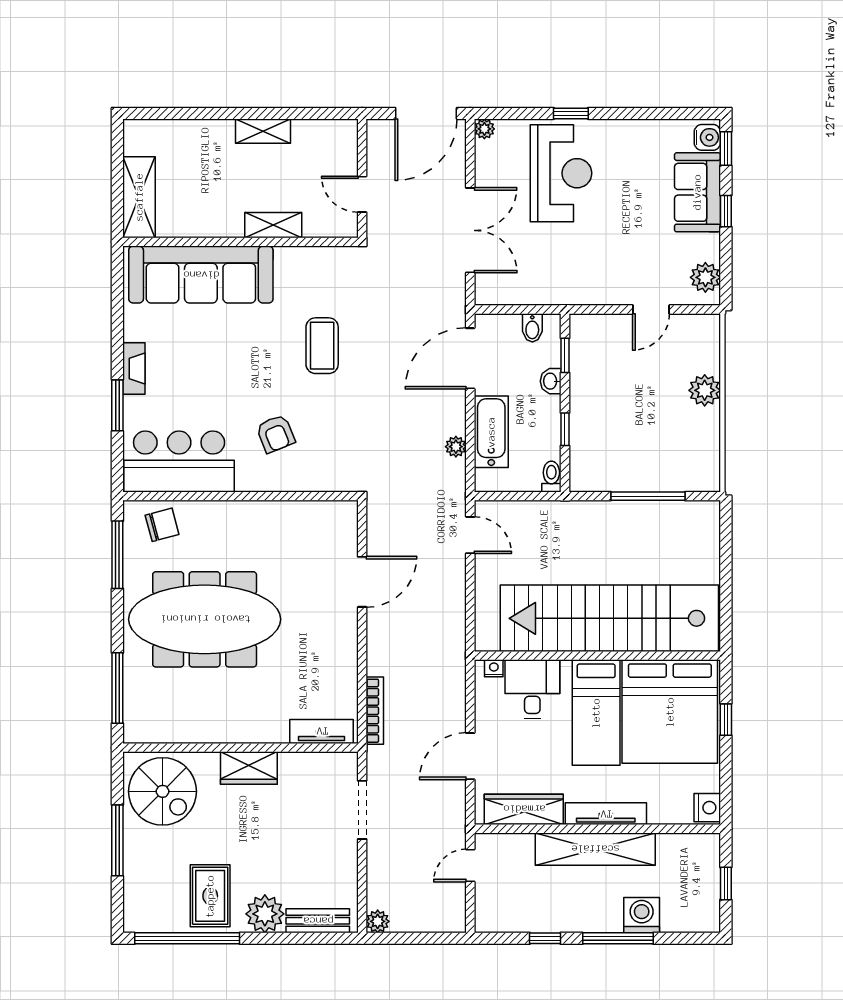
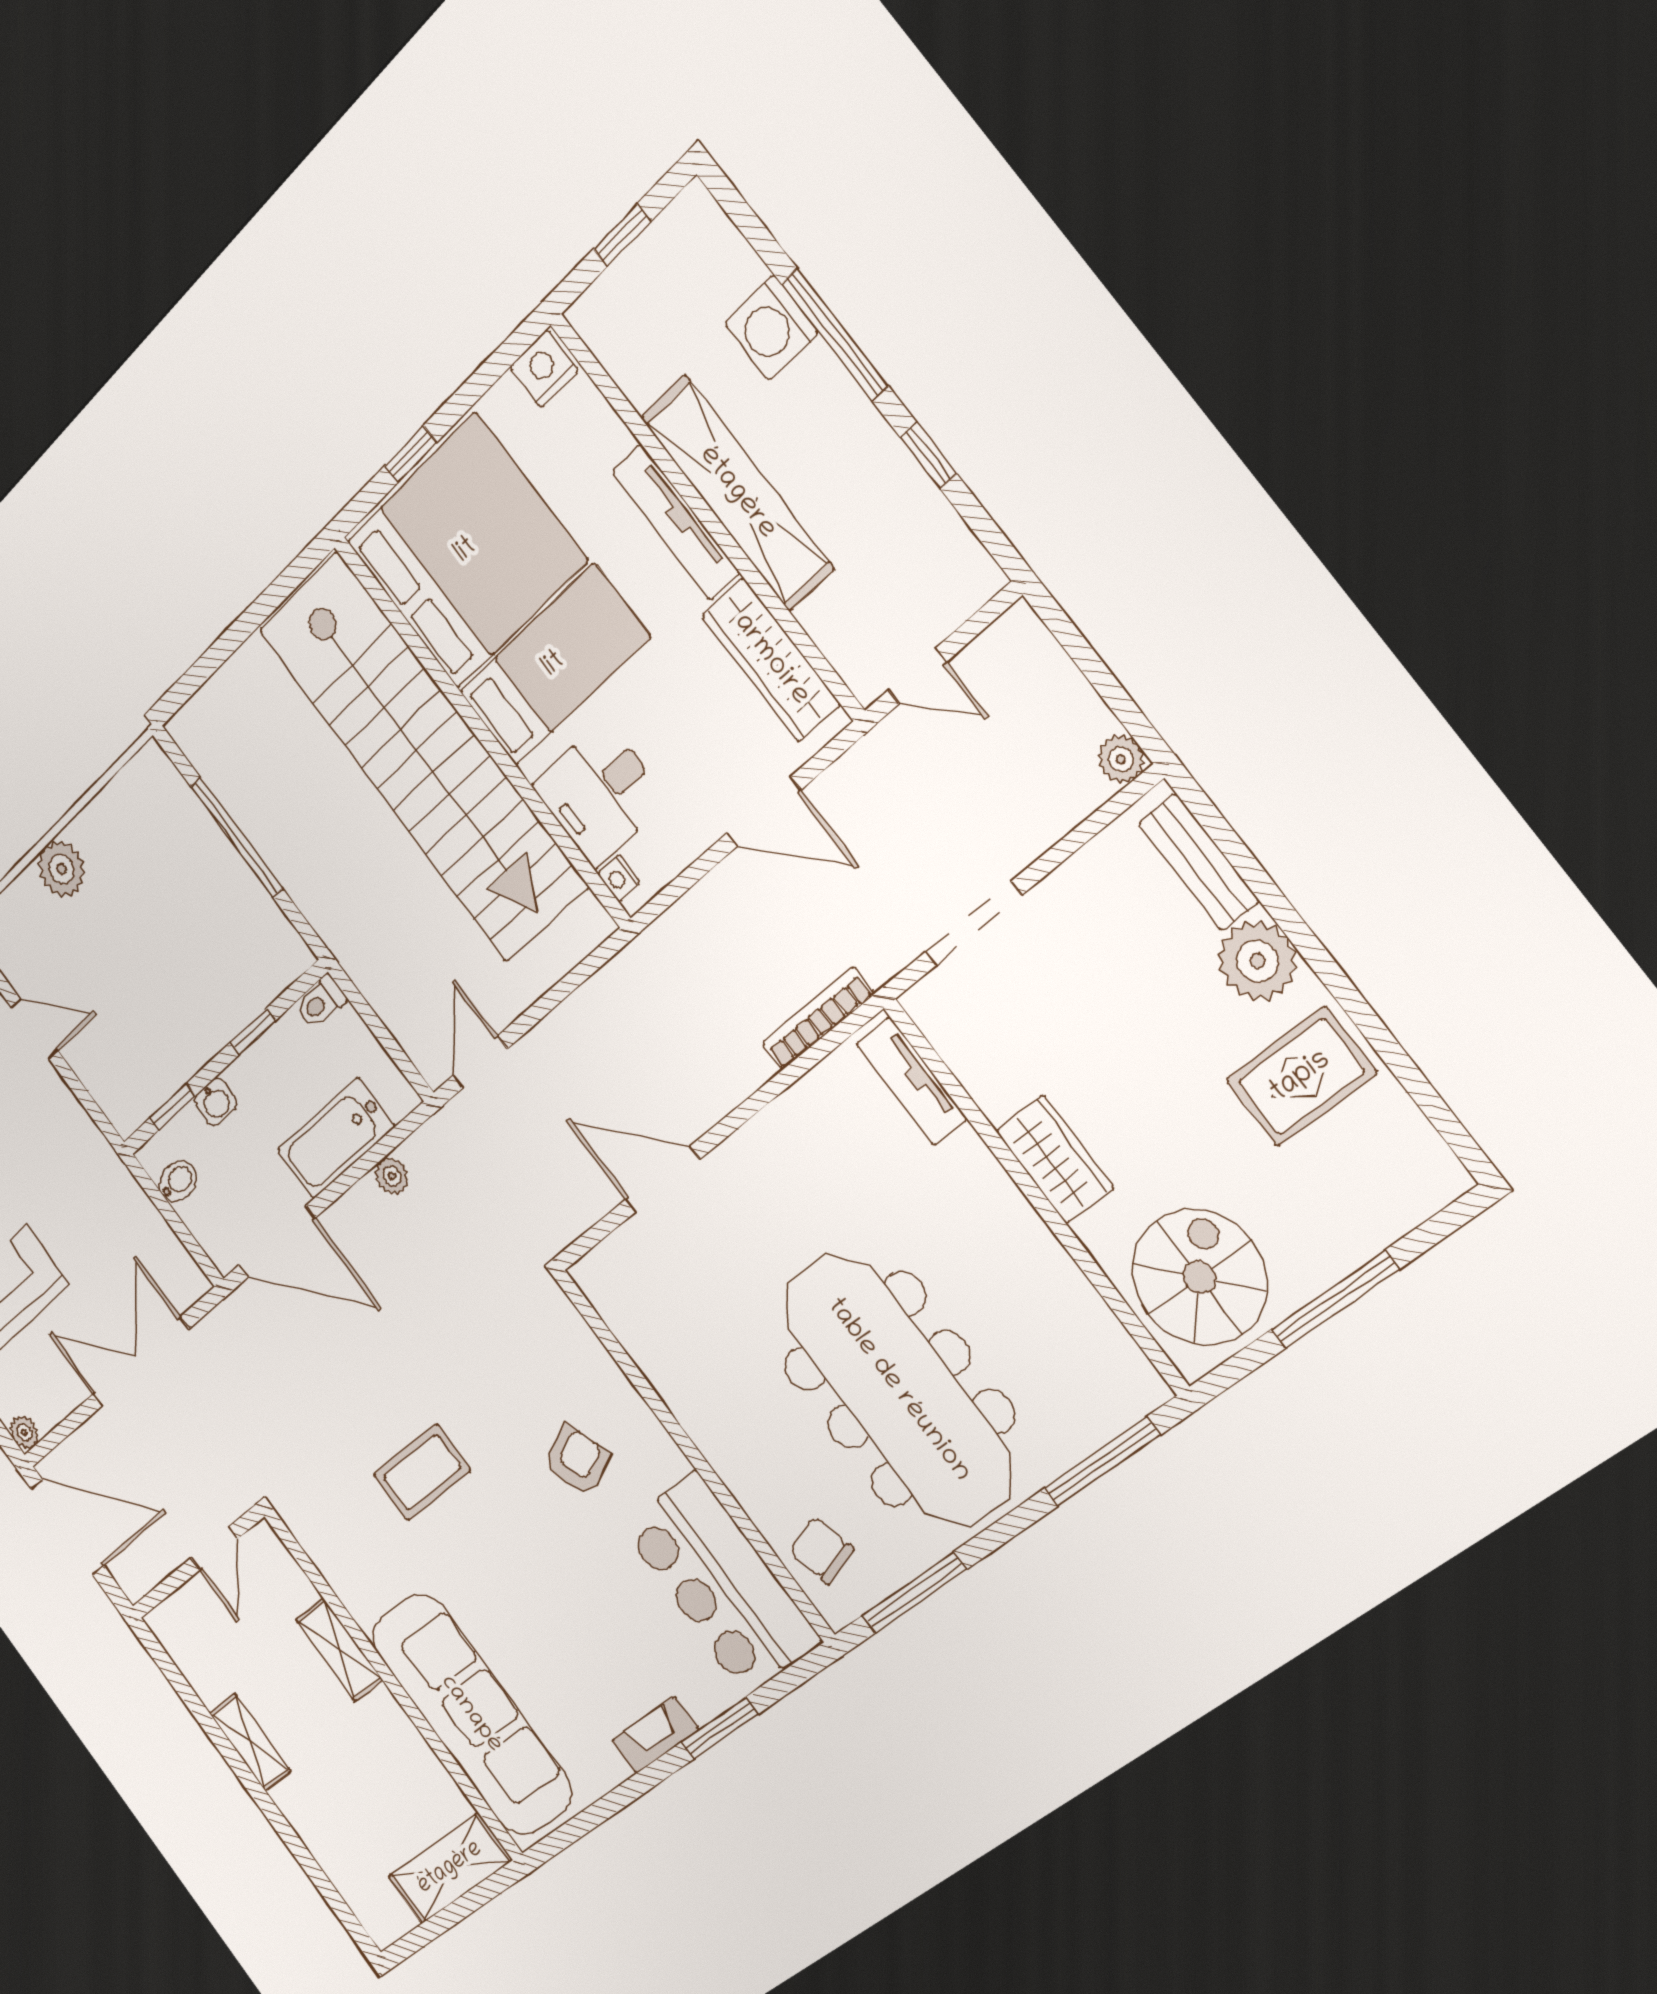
window: (187, 938) -> (1401, 1065), removed

